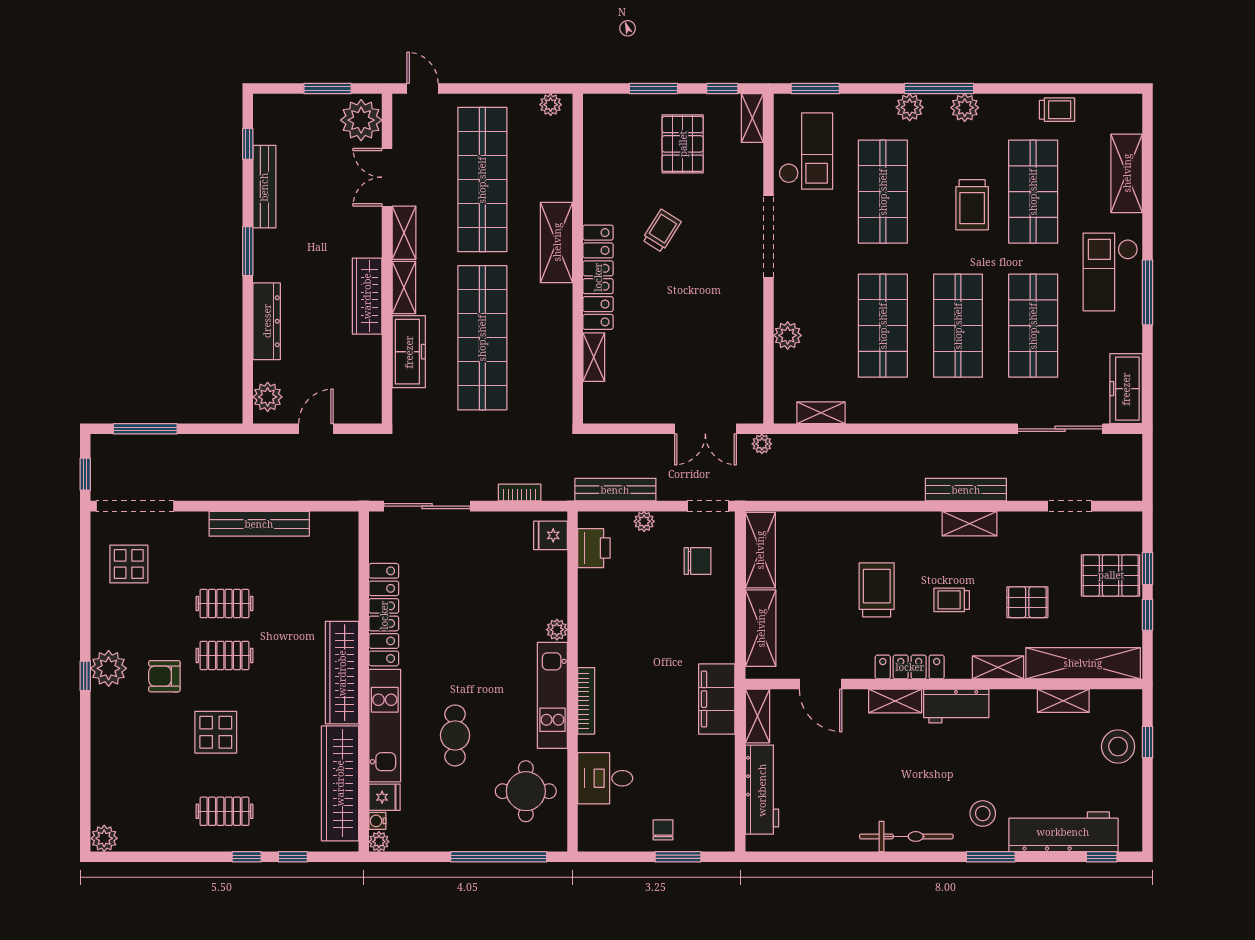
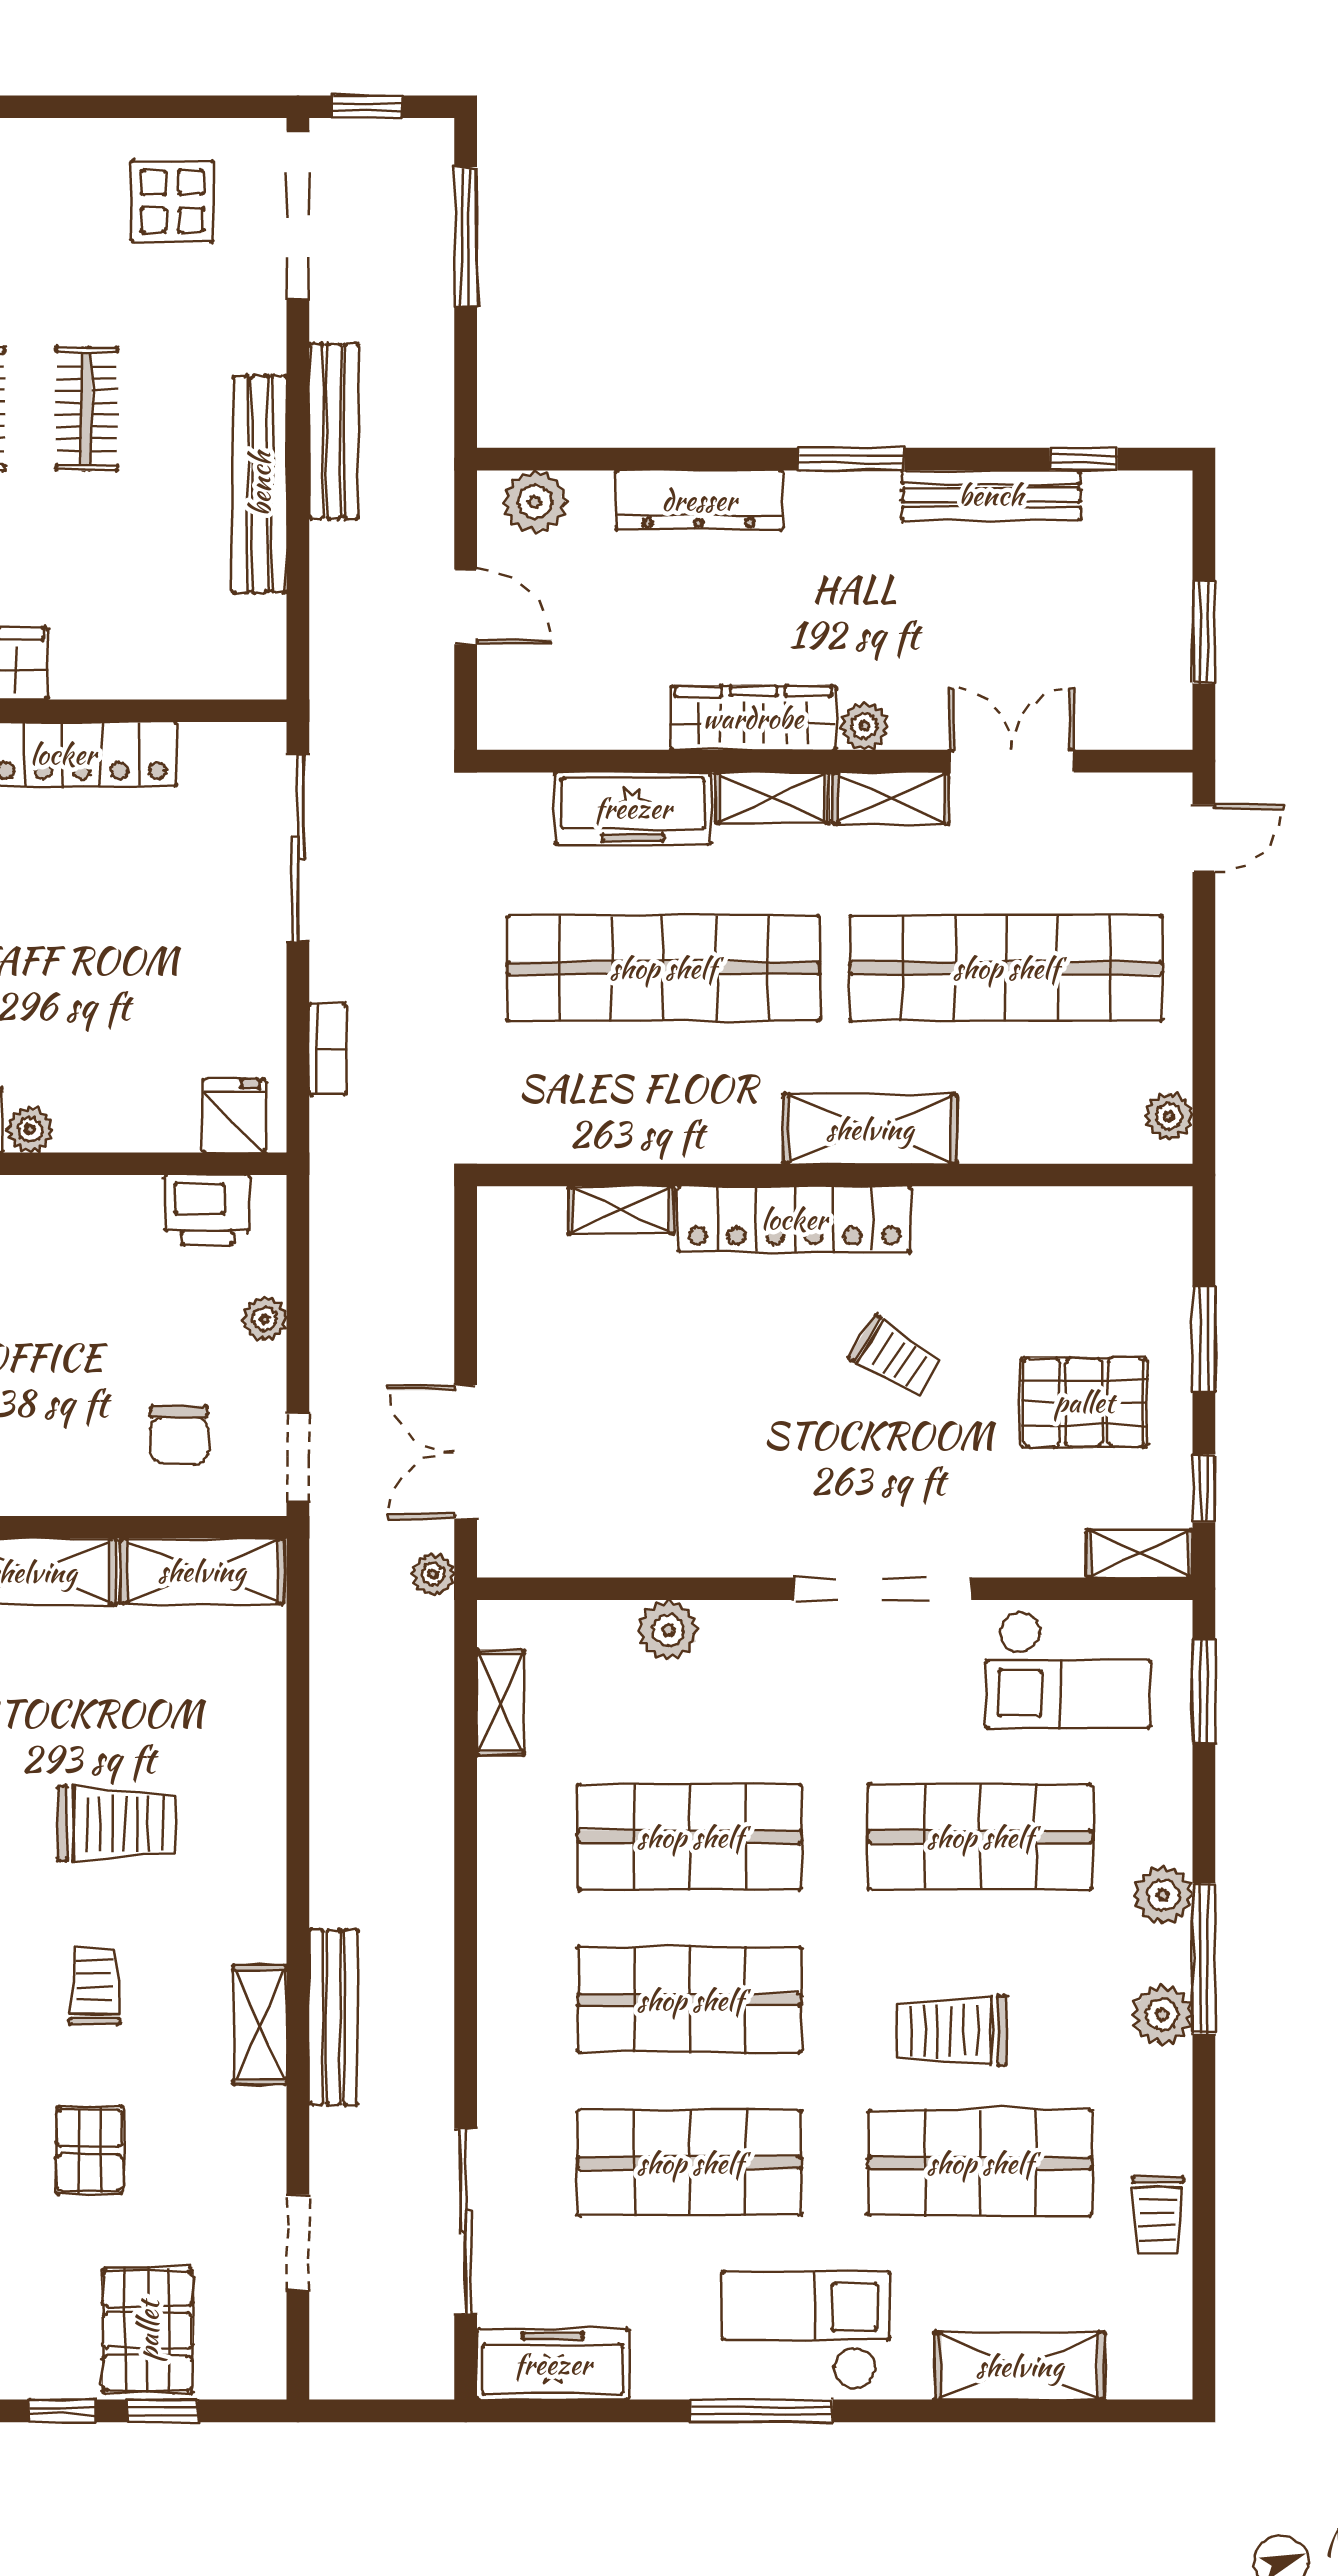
plant: (361, 120) -> (864, 726), moved, width x0.53, depth x0.53
bench: (615, 490) -> (334, 431), moved

